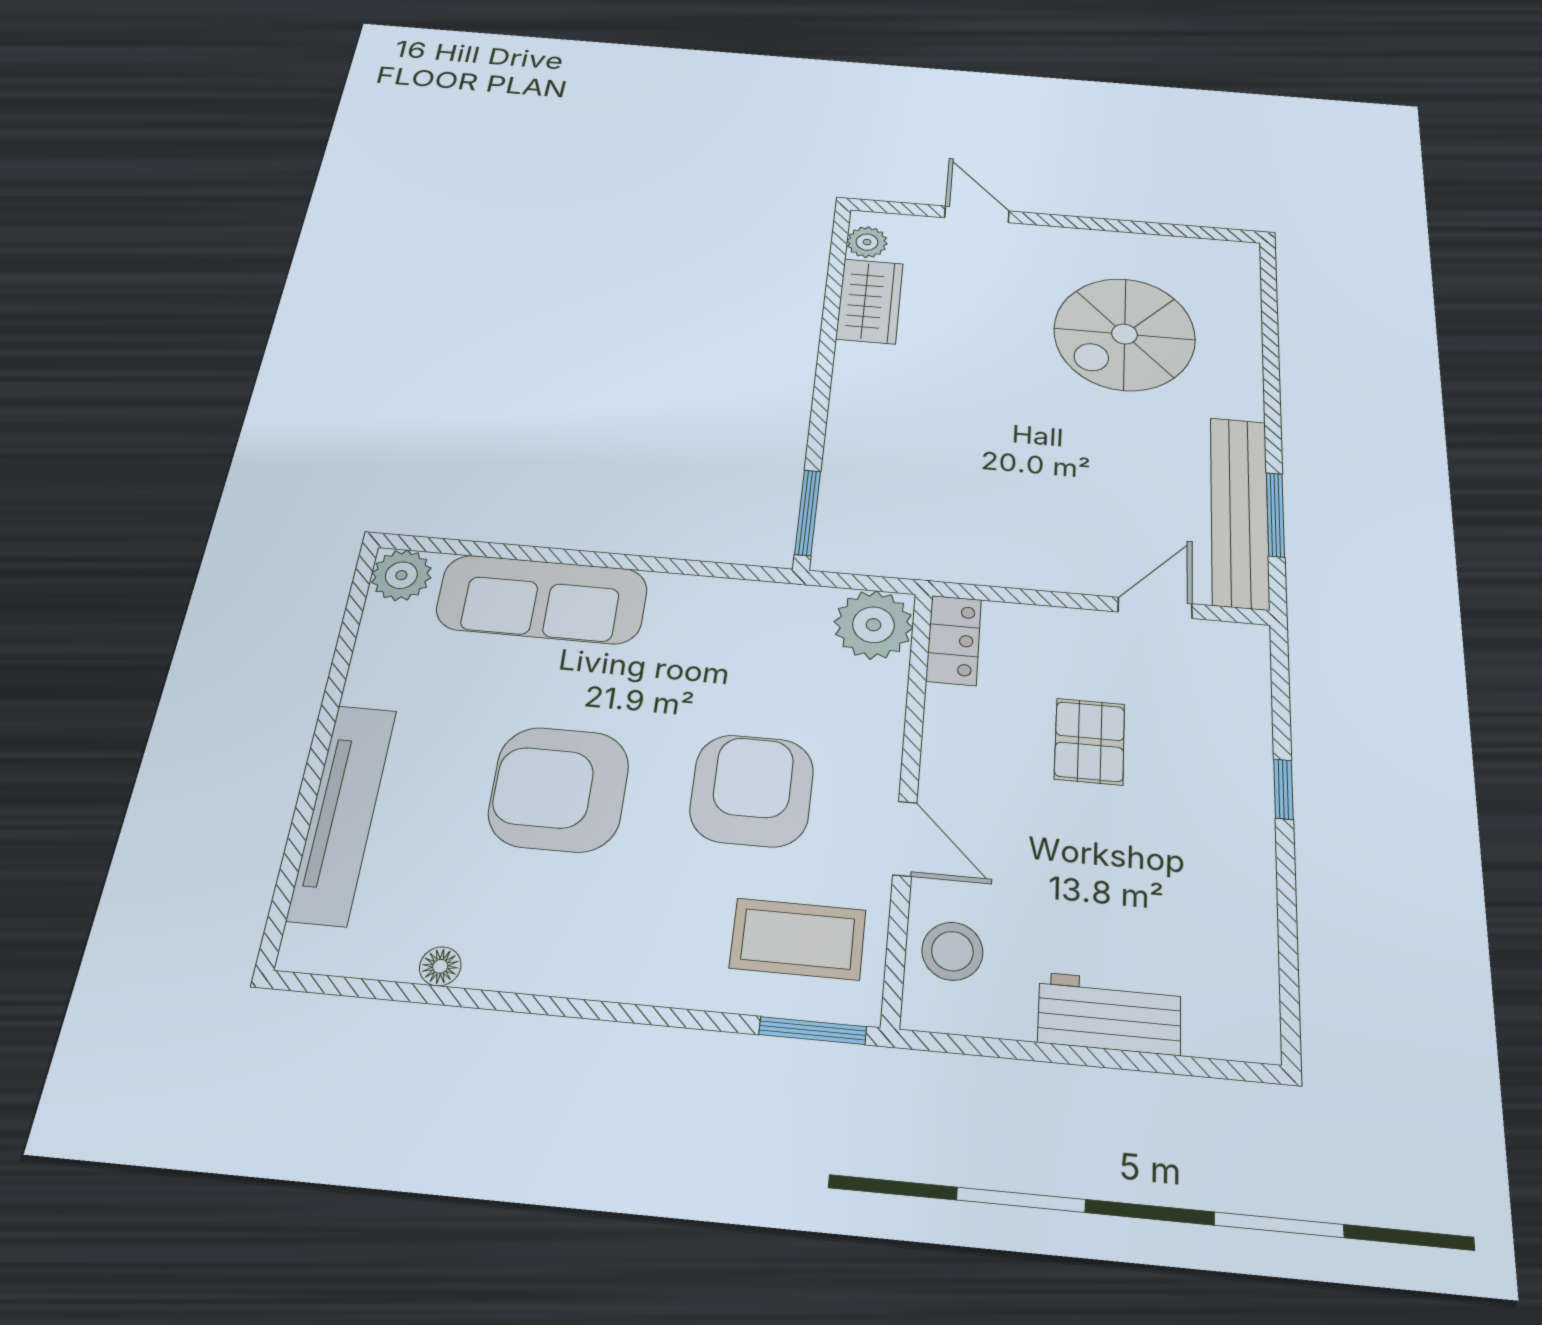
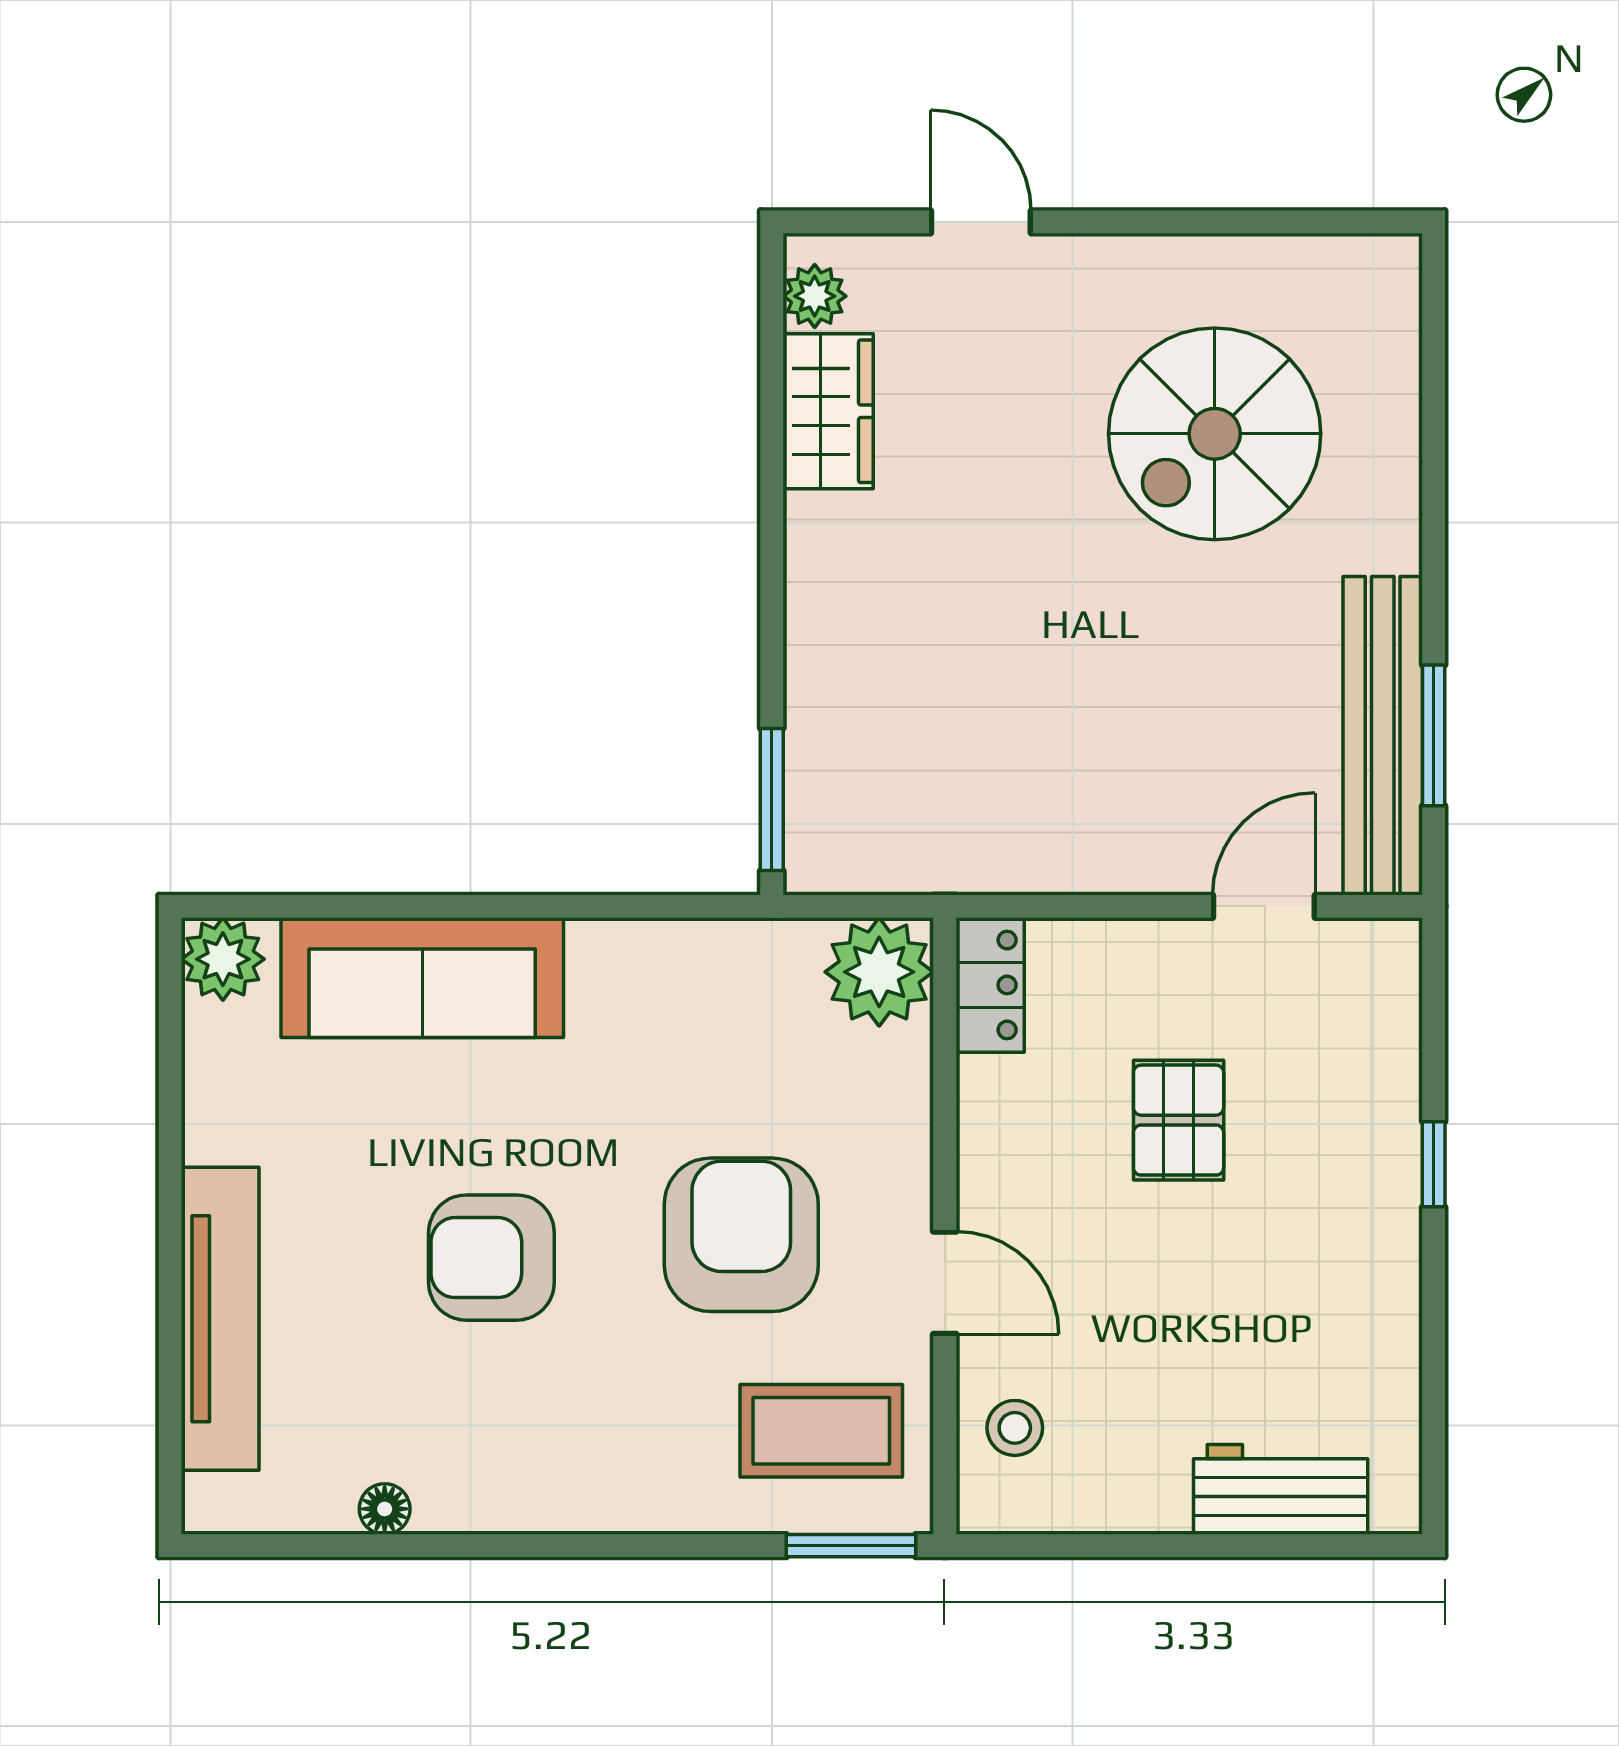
armchair: (559, 789) -> (491, 1258), width x0.73, depth x0.73
stool: (952, 951) -> (1015, 1428), width x0.73, depth x0.73
workbench: (1109, 1014) -> (1281, 1489), moved

